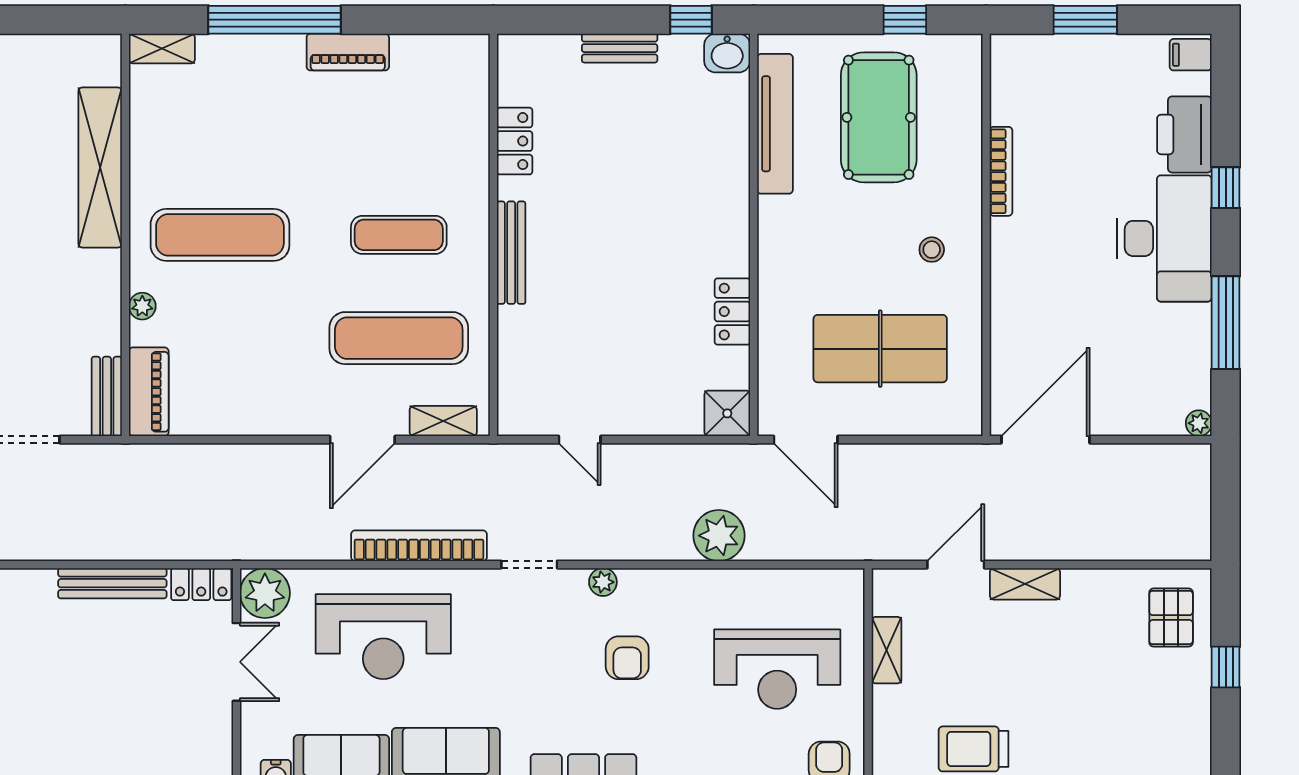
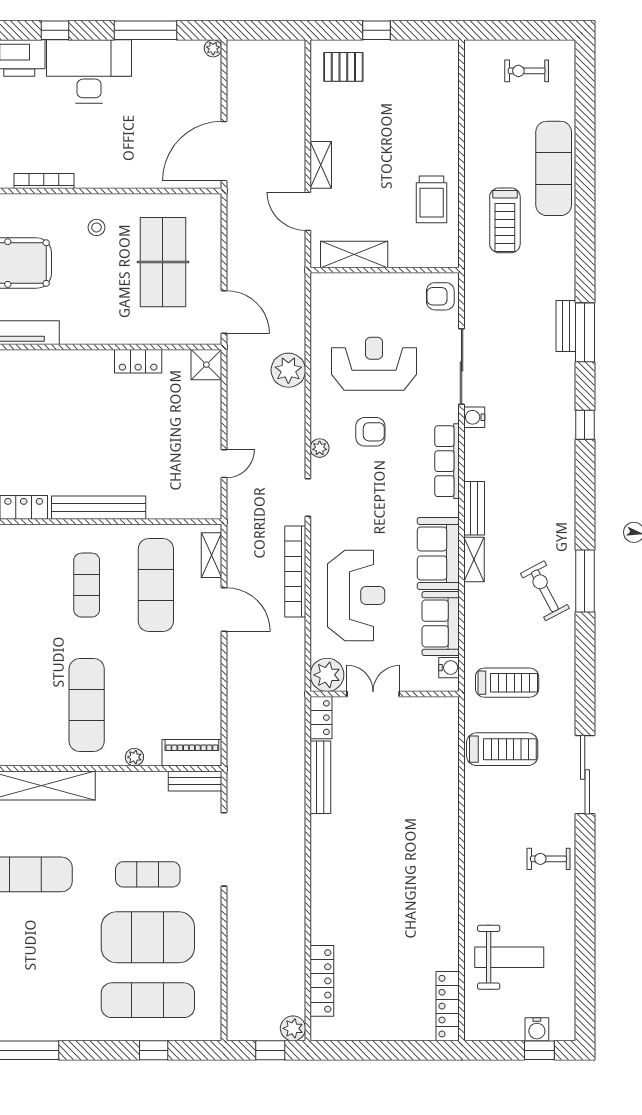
bench: (511, 253) -> (99, 508), width x1.37, depth x1.21
door: (806, 440) -> (224, 312), hinge flipped
door: (1046, 440) -> (224, 151), hinge flipped
shelving: (887, 650) -> (354, 254), width x1.50, depth x1.33
reception desk: (777, 669) -> (374, 364), moved, turned -90

